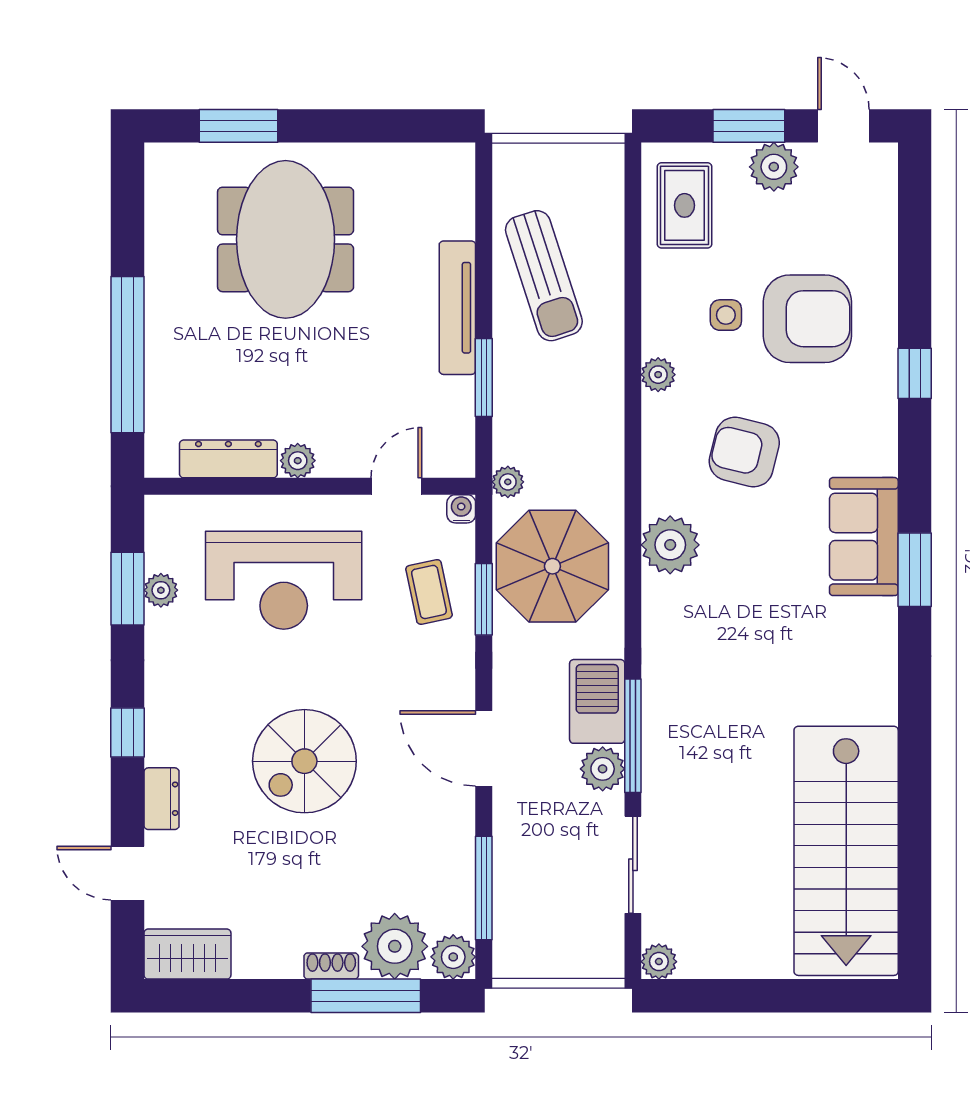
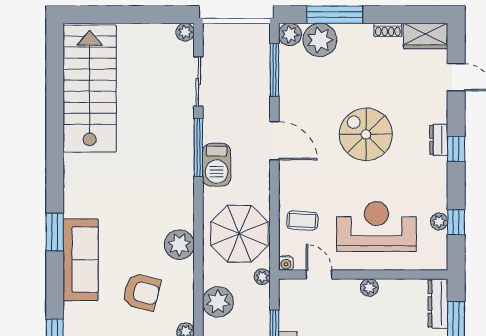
dresser: (228, 459) -> (438, 304), moved, turned 90
door: (396, 486) -> (319, 274), swing flipped
sofa: (864, 537) -> (81, 260), width x1.36
window: (128, 589) -> (456, 222), width x0.67
coffee table: (429, 592) -> (302, 221), turned -75
window: (484, 599) -> (274, 217), removed
spiral stairs: (304, 761) -> (366, 134), turned -90
plant: (603, 769) -> (218, 302), moved, width x1.36, depth x1.36
dresser: (162, 799) -> (439, 140), moved
shoe rack: (331, 966) -> (388, 30), moved

